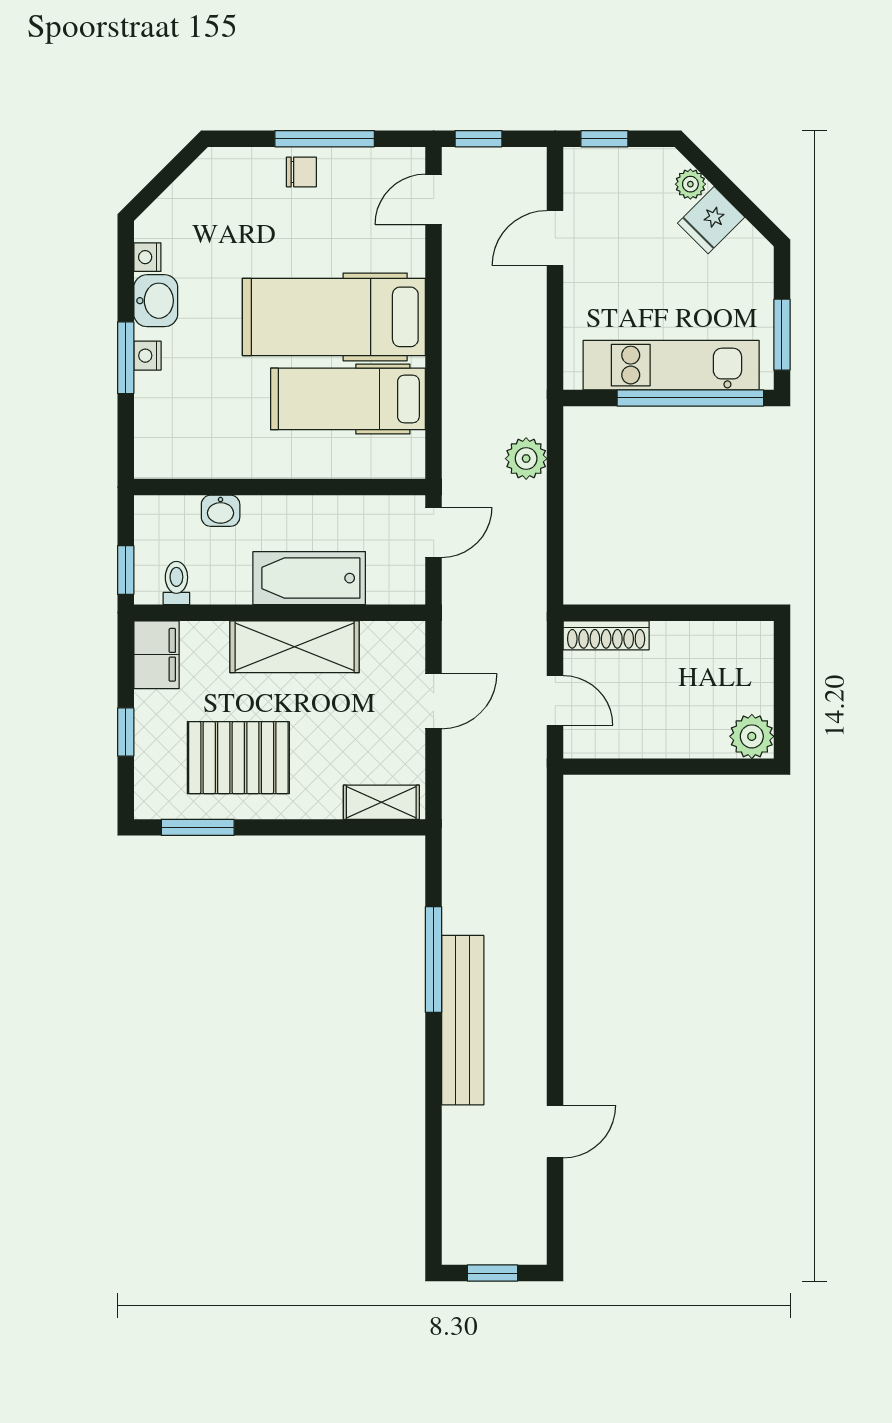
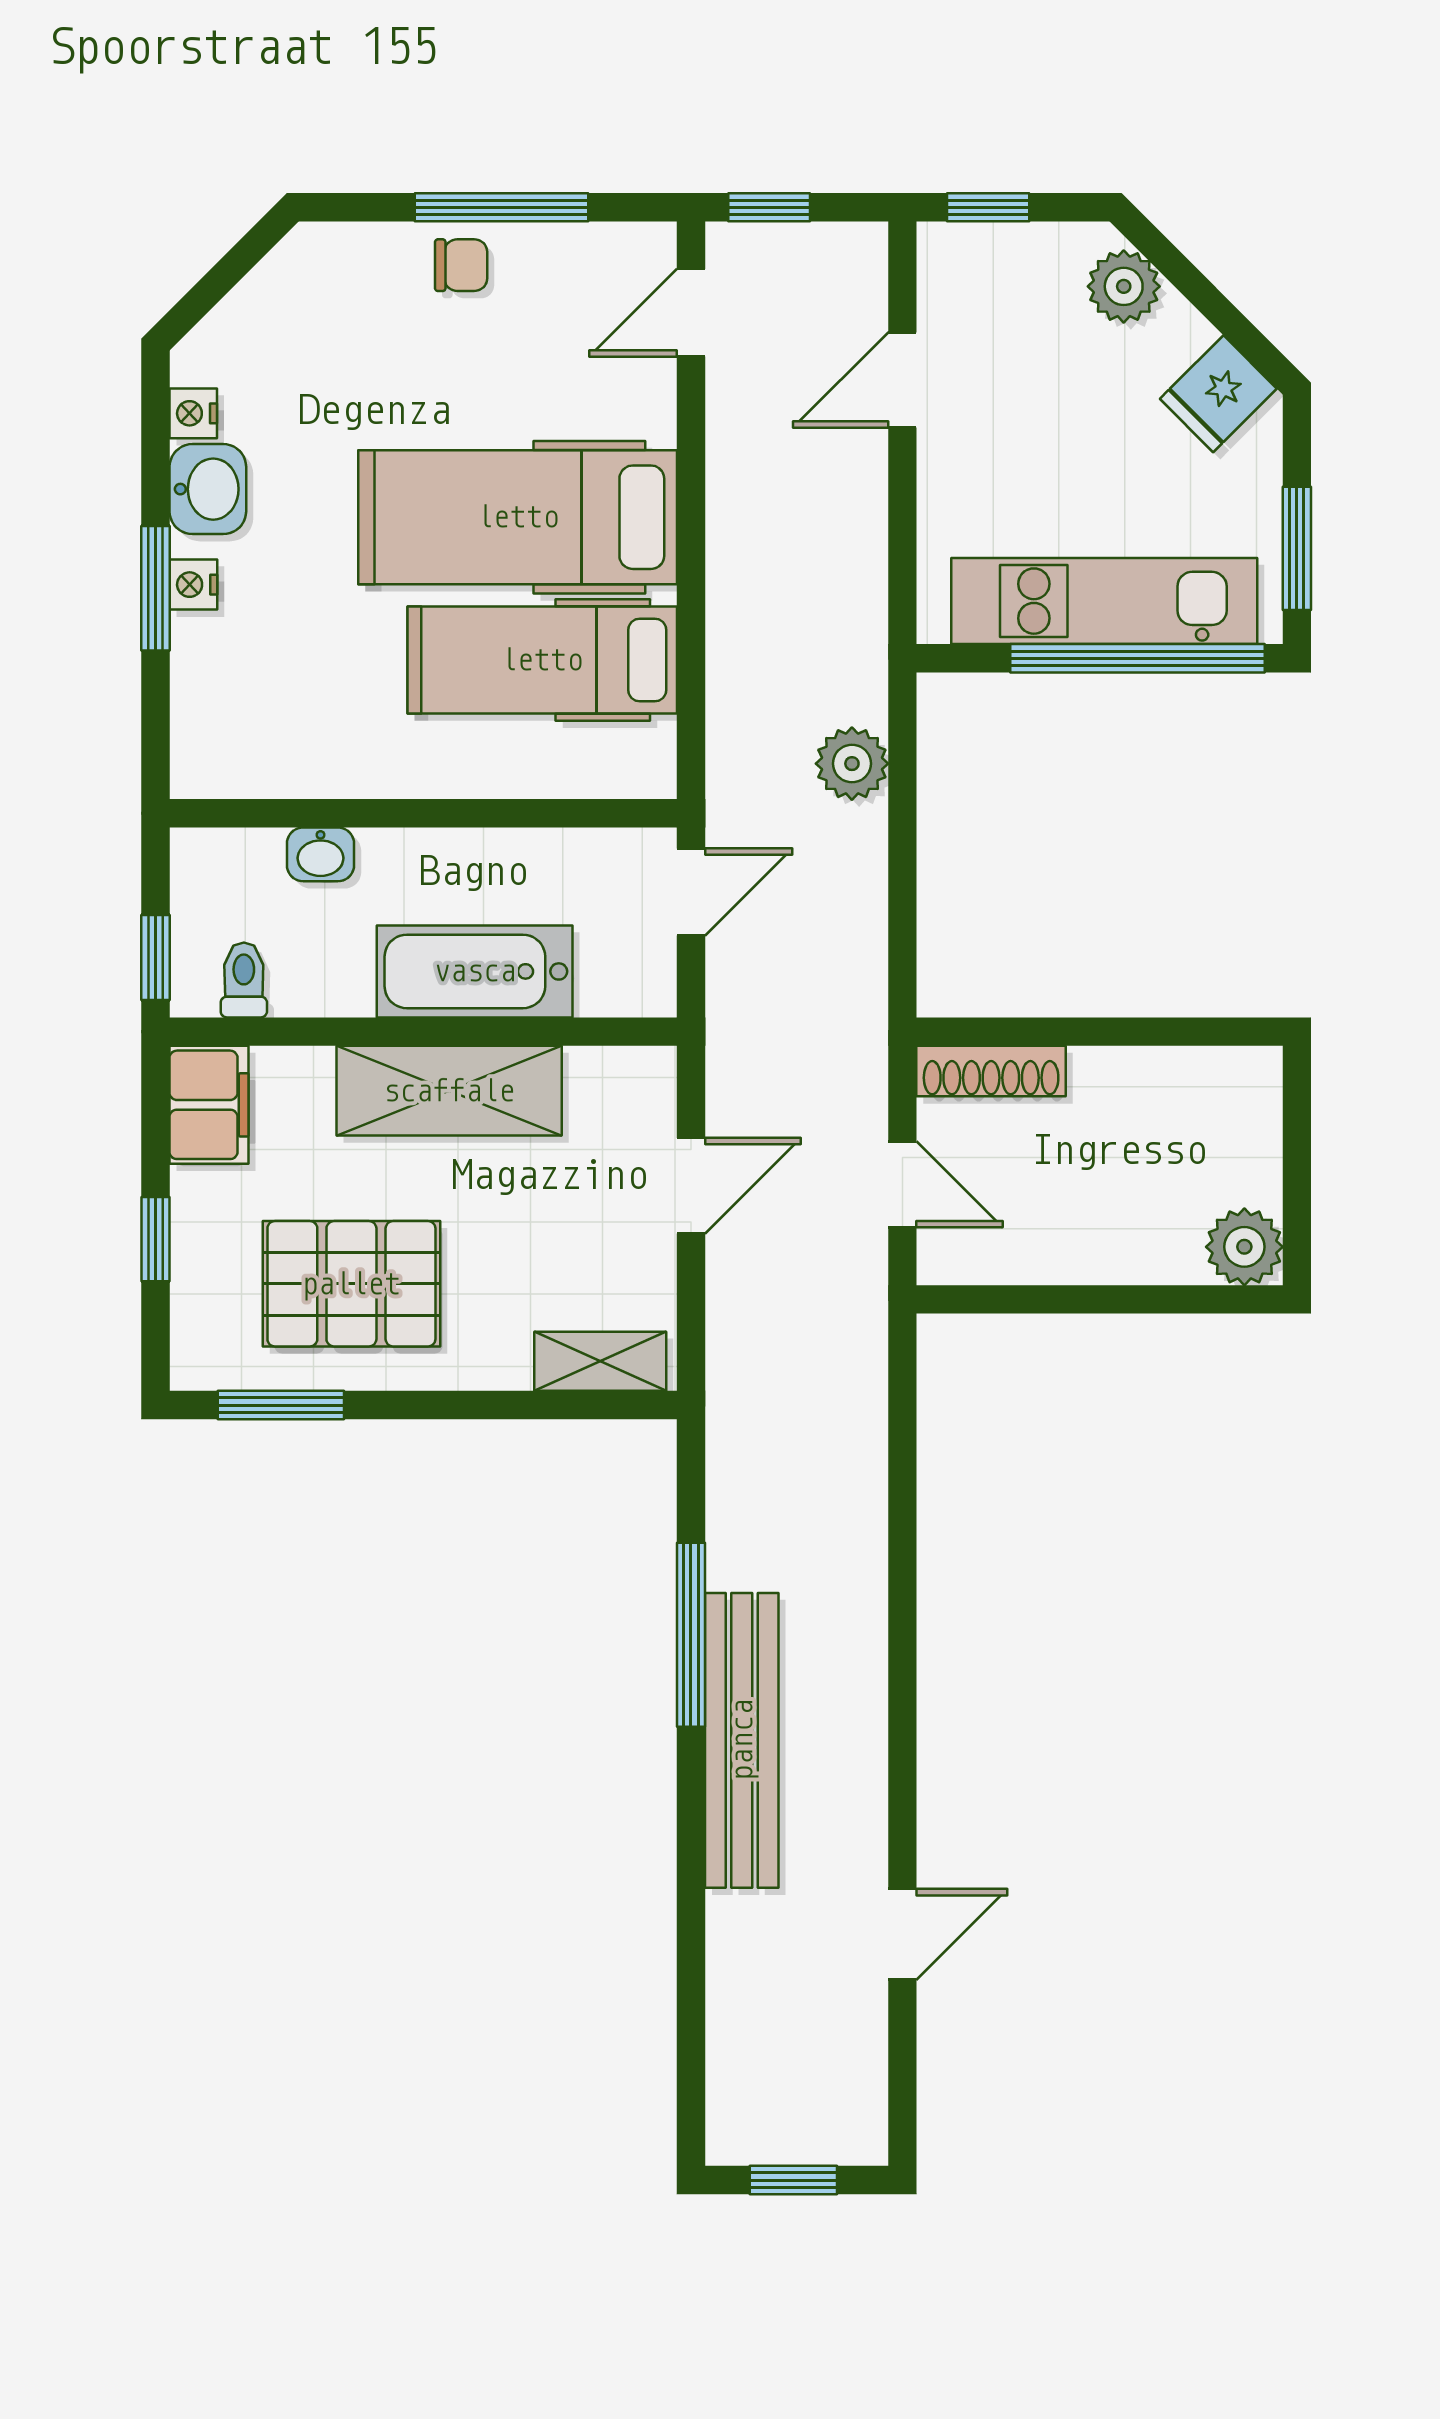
plant: (690, 184) -> (1124, 286), width x1.38, depth x1.38
fridge: (711, 220) -> (1218, 394), moved

